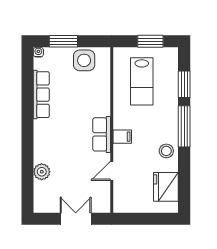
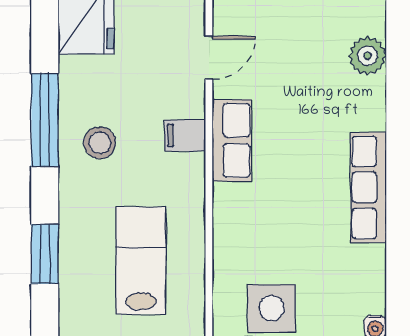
row of seats: (41, 95) -> (369, 187), moved
window: (184, 126) -> (45, 120), moved
stool: (166, 151) -> (100, 143), moved

